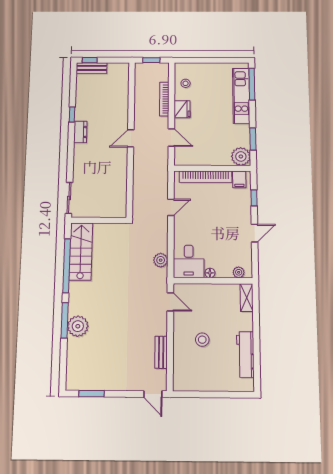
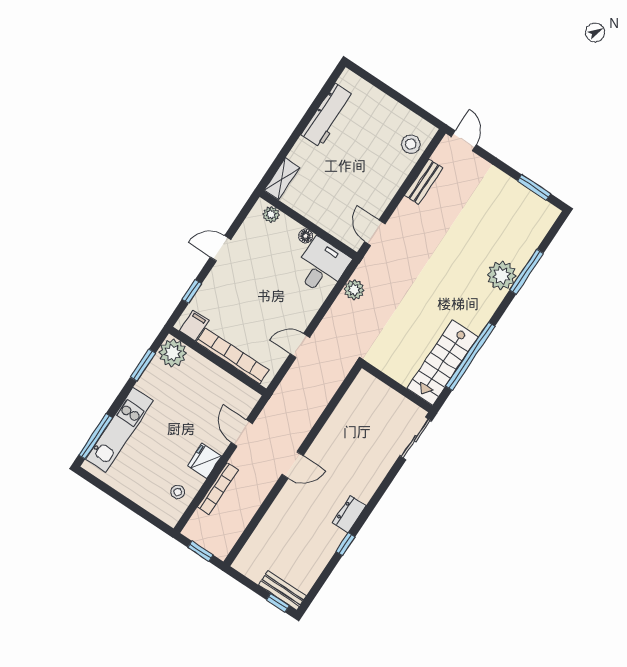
window: (65, 320) -> (526, 272), moved
stool: (202, 340) -> (411, 144), moved

